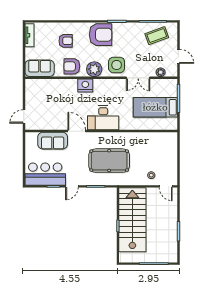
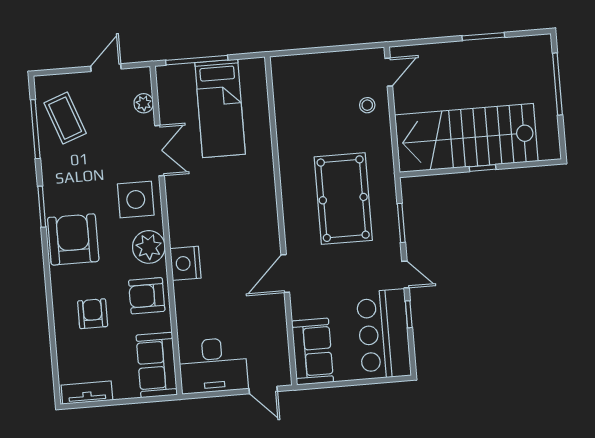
armchair: (72, 66) -> (147, 296), turned 90
desk: (103, 118) -> (213, 366), moved, turned 90
sofa: (53, 141) -> (313, 352), moved

